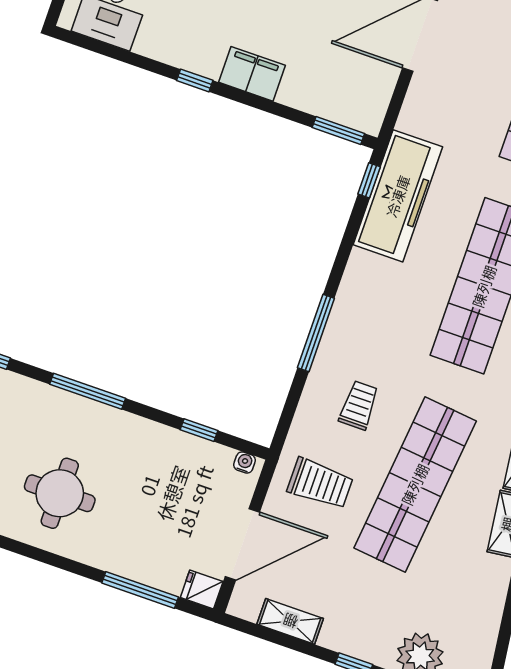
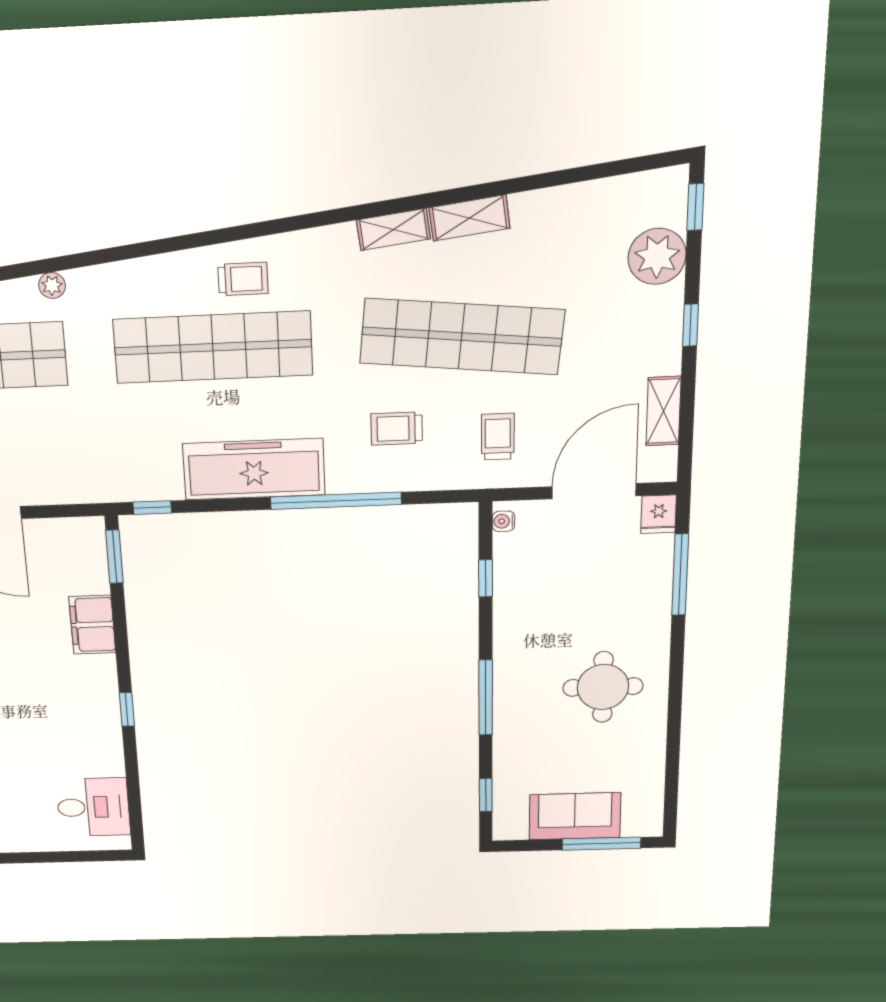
filing cabinet: (252, 74) -> (92, 625), moved
freezer: (398, 196) -> (254, 469), moved
window: (316, 333) -> (336, 501), width x1.46
trolley: (320, 483) -> (498, 437), width x0.73, depth x0.72
door: (242, 544) -> (594, 491), hinge flipped

